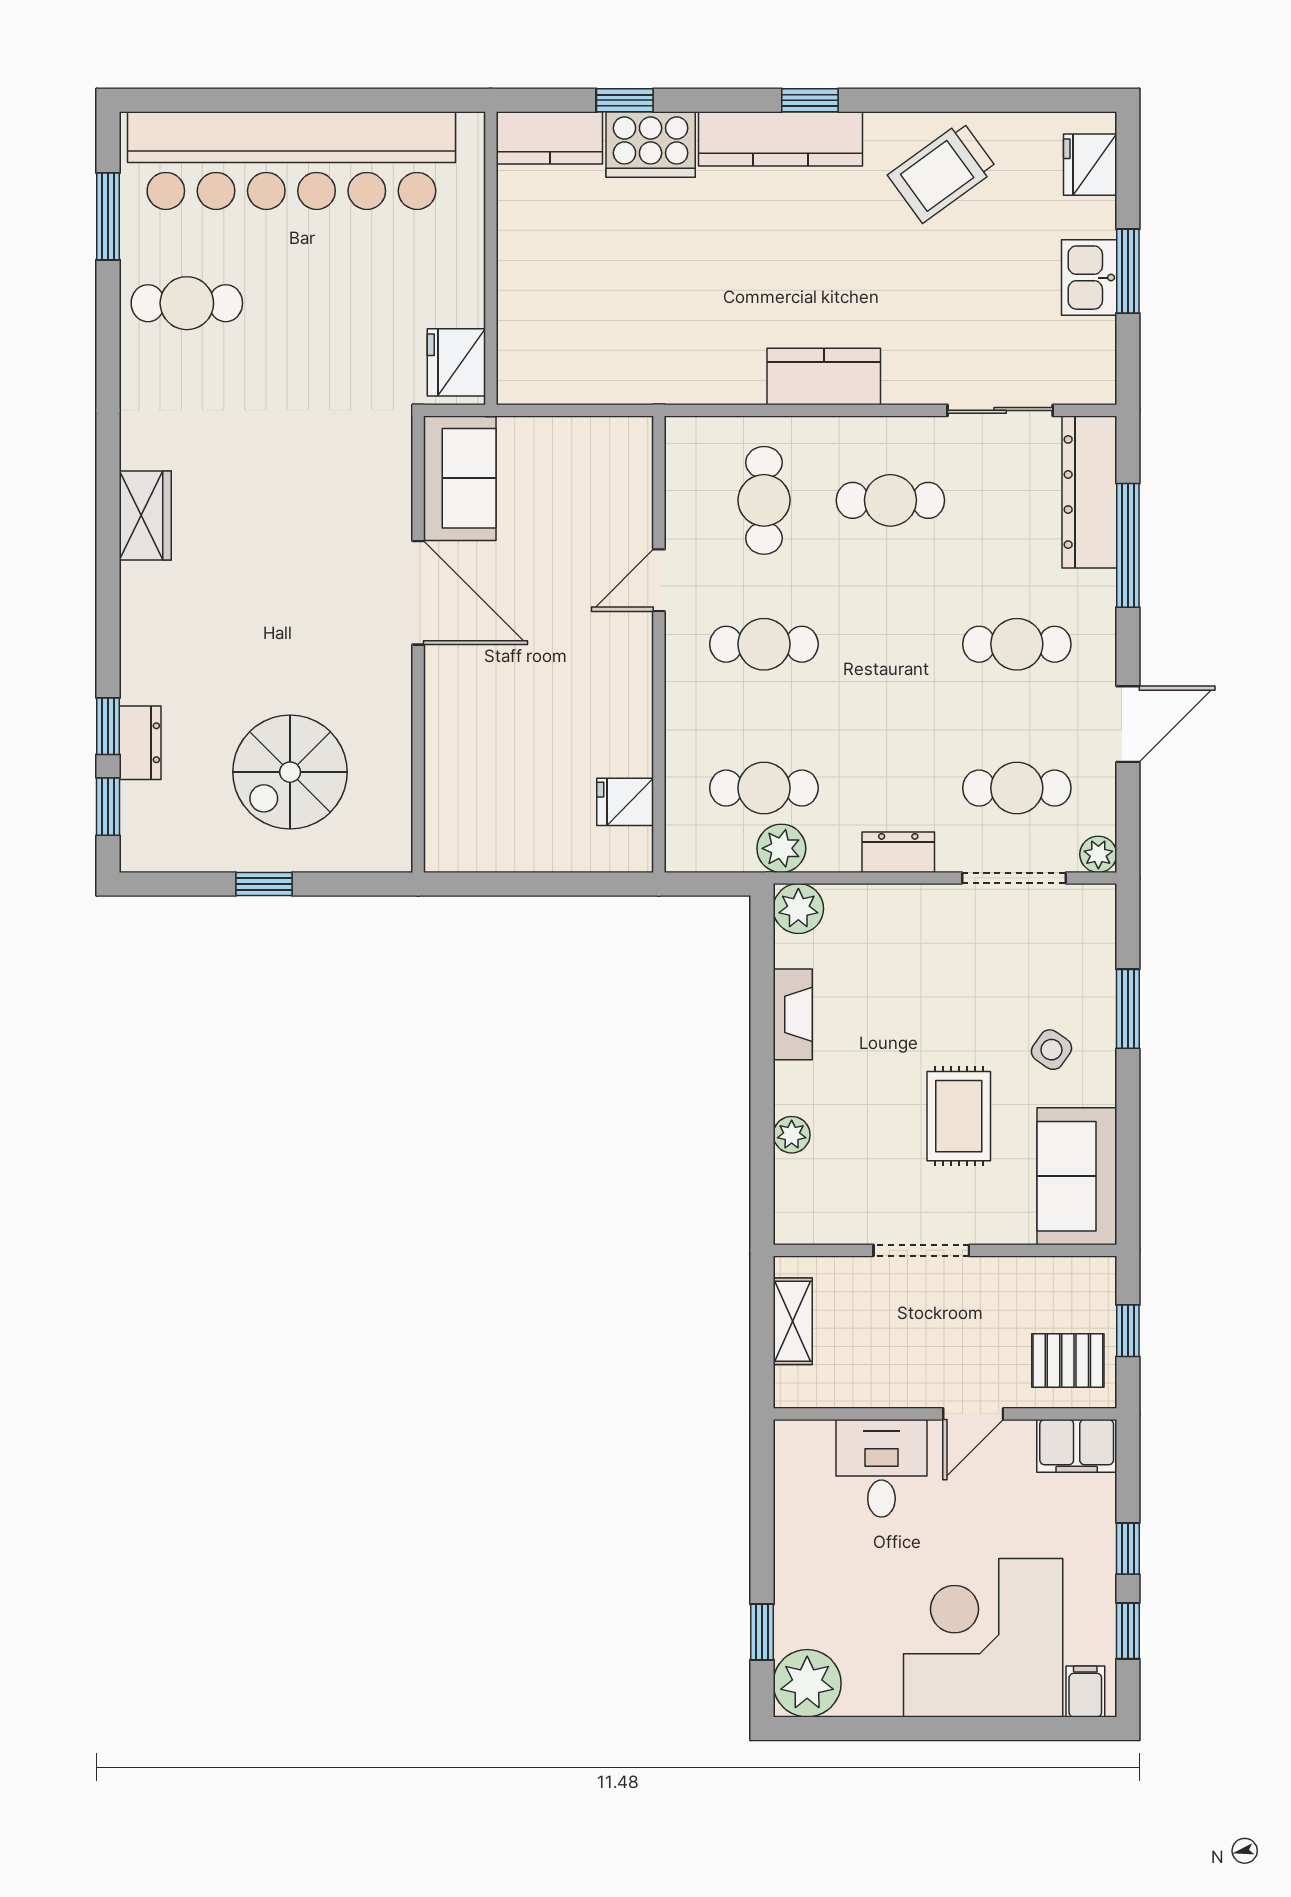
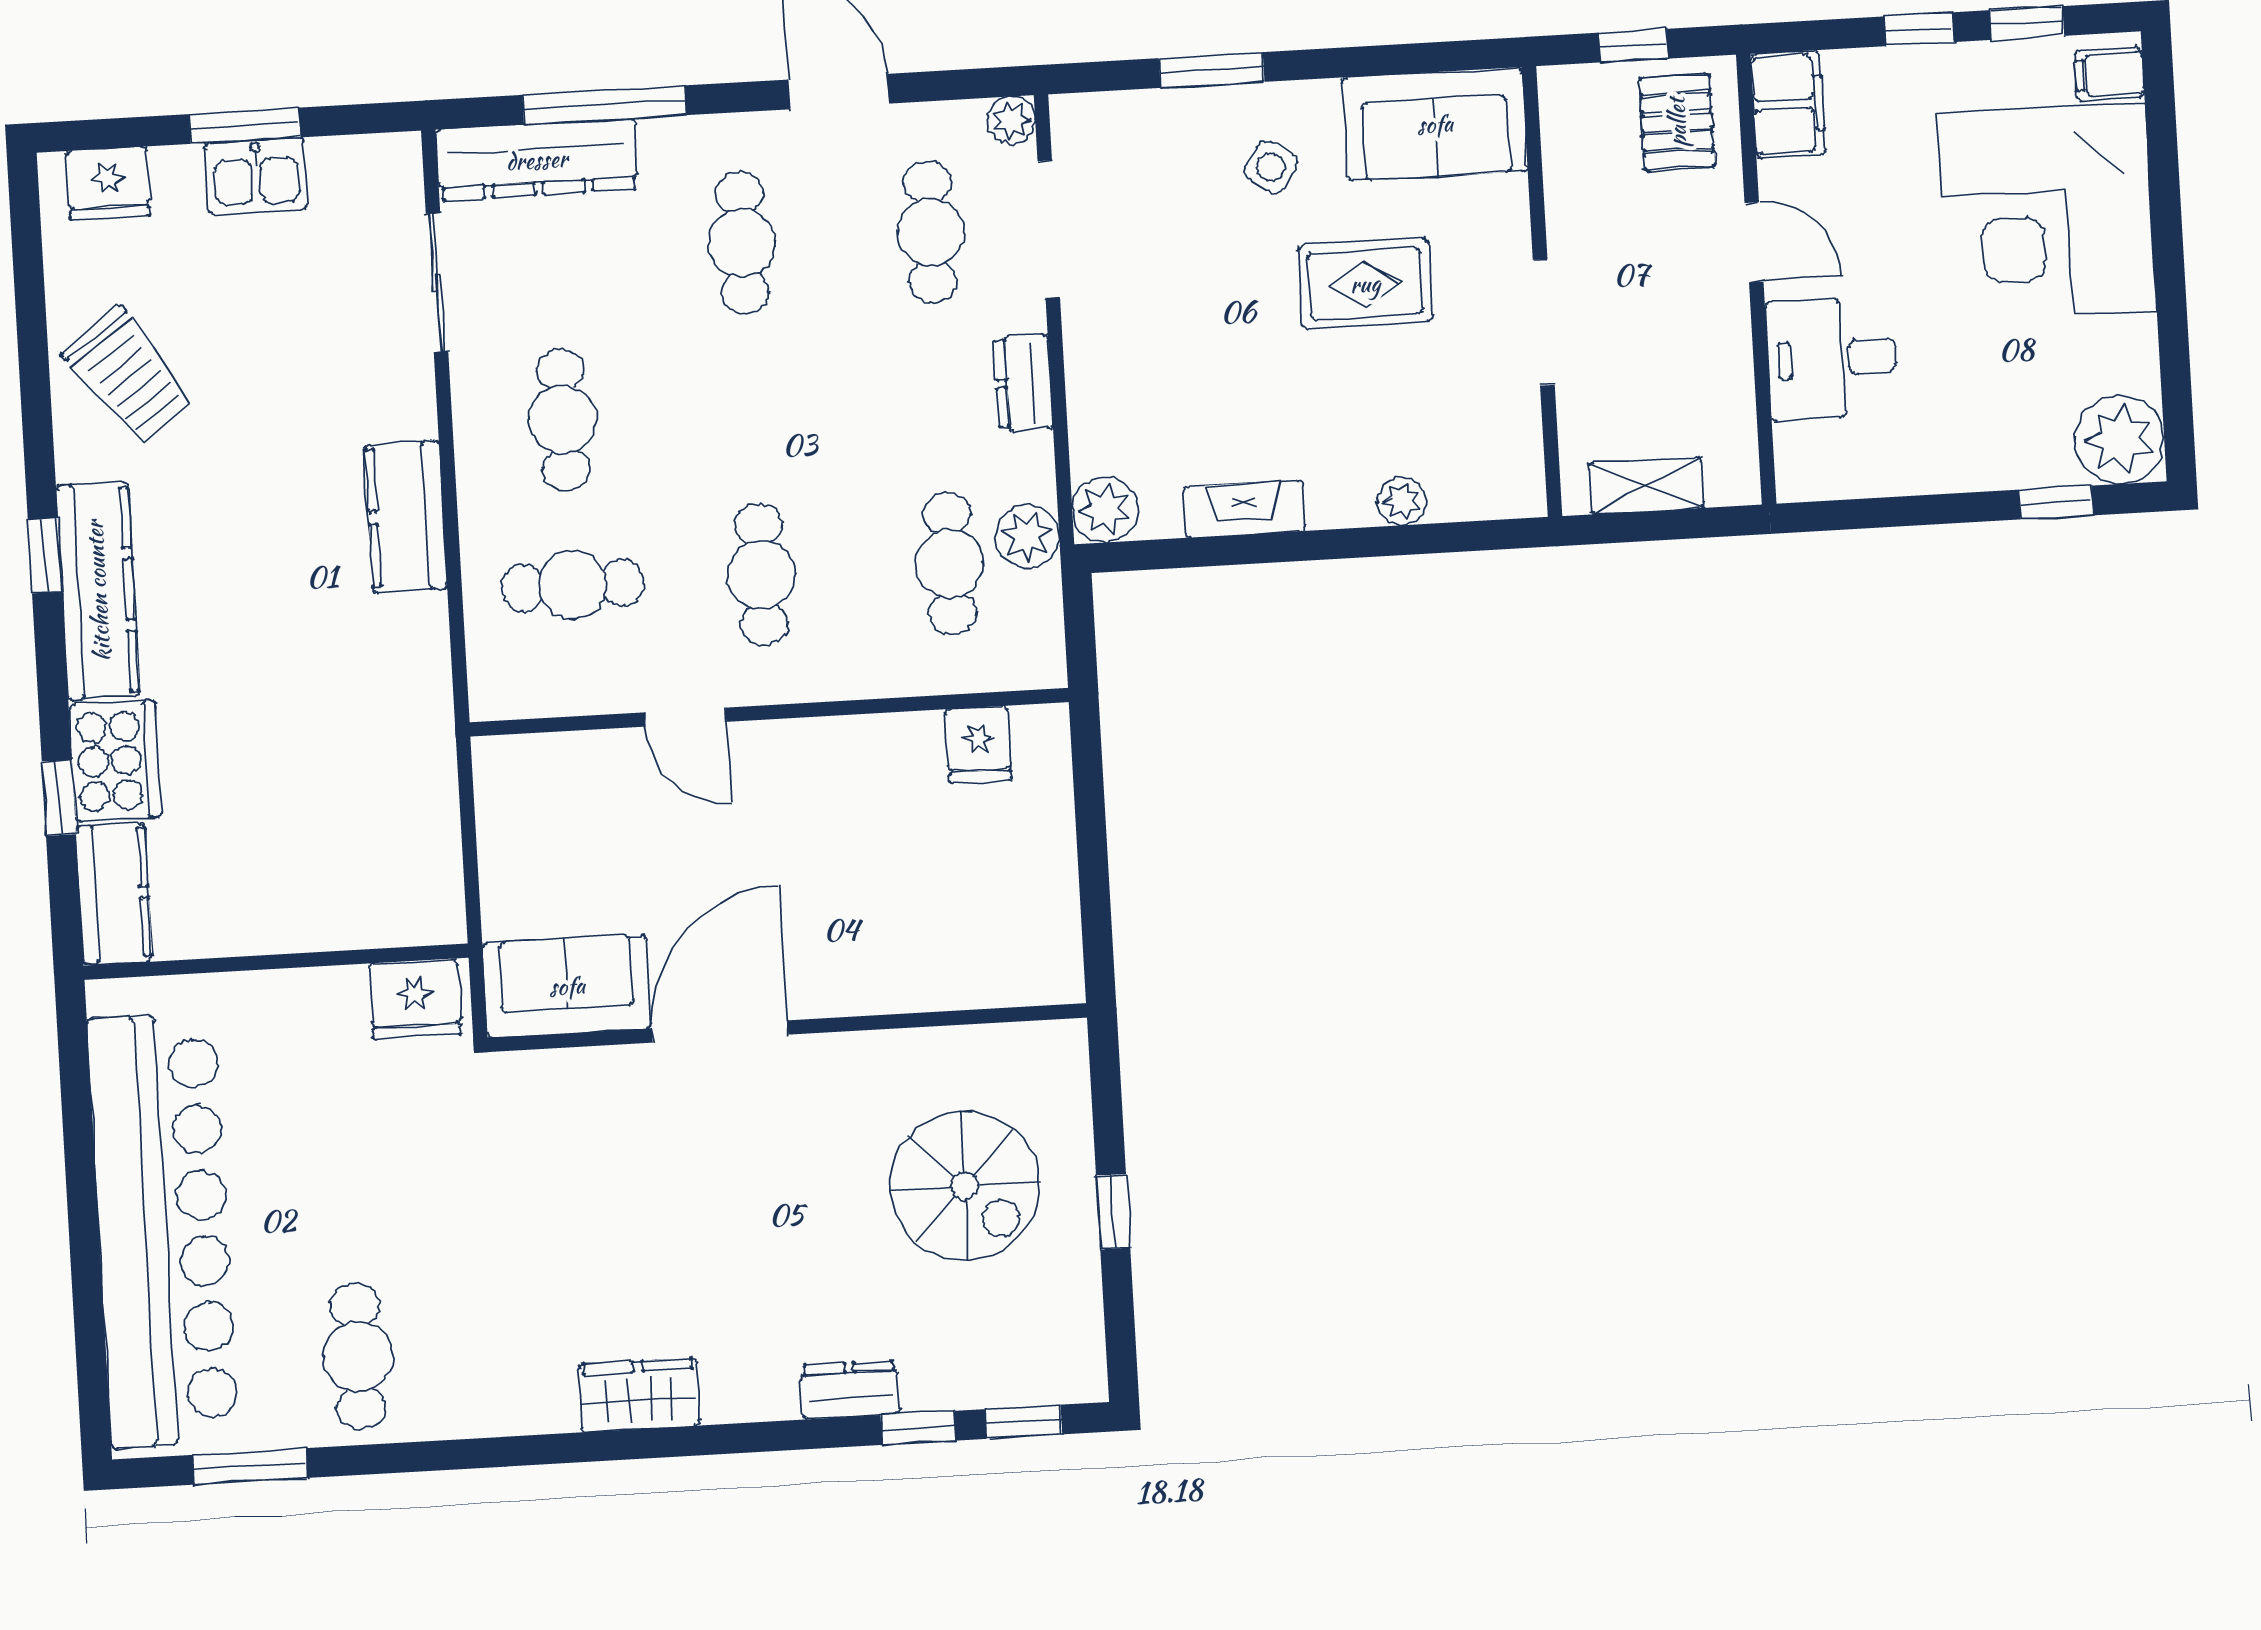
dresser: (140, 743) -> (850, 1390), moved

